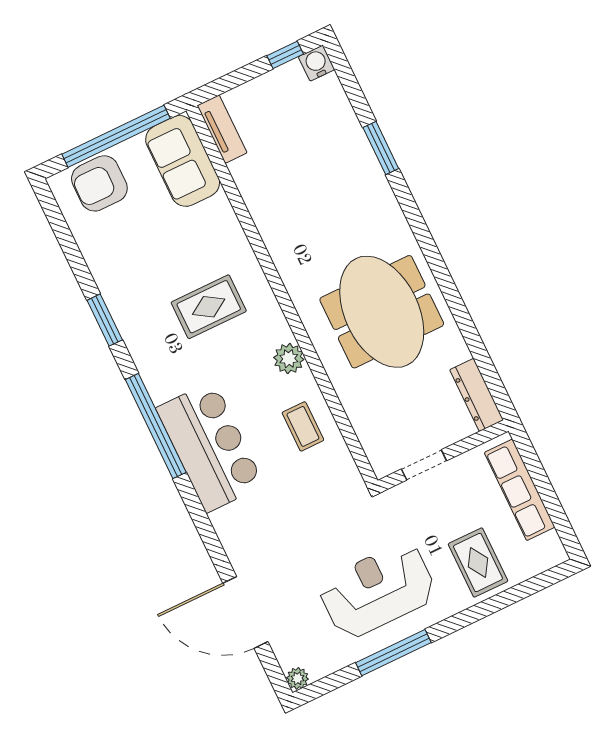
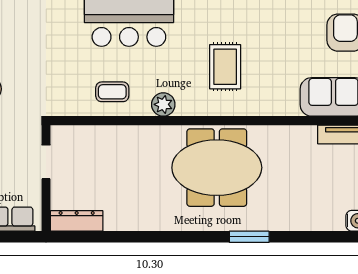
window: (381, 148) -> (249, 237), moved
meeting table: (382, 312) -> (217, 168), moved

